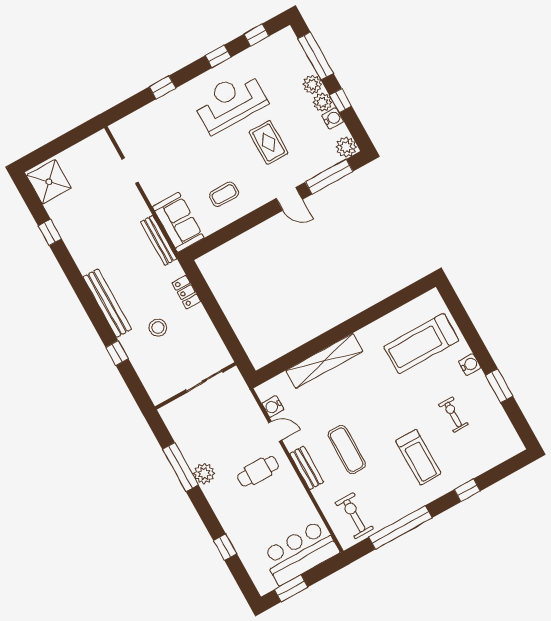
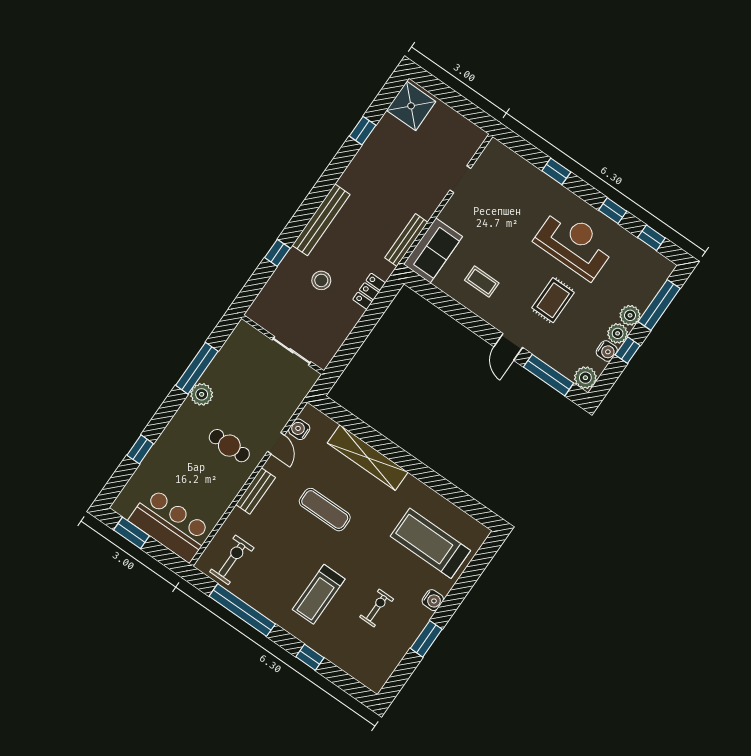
exercise mat: (347, 450) -> (325, 510), moved, turned 90

